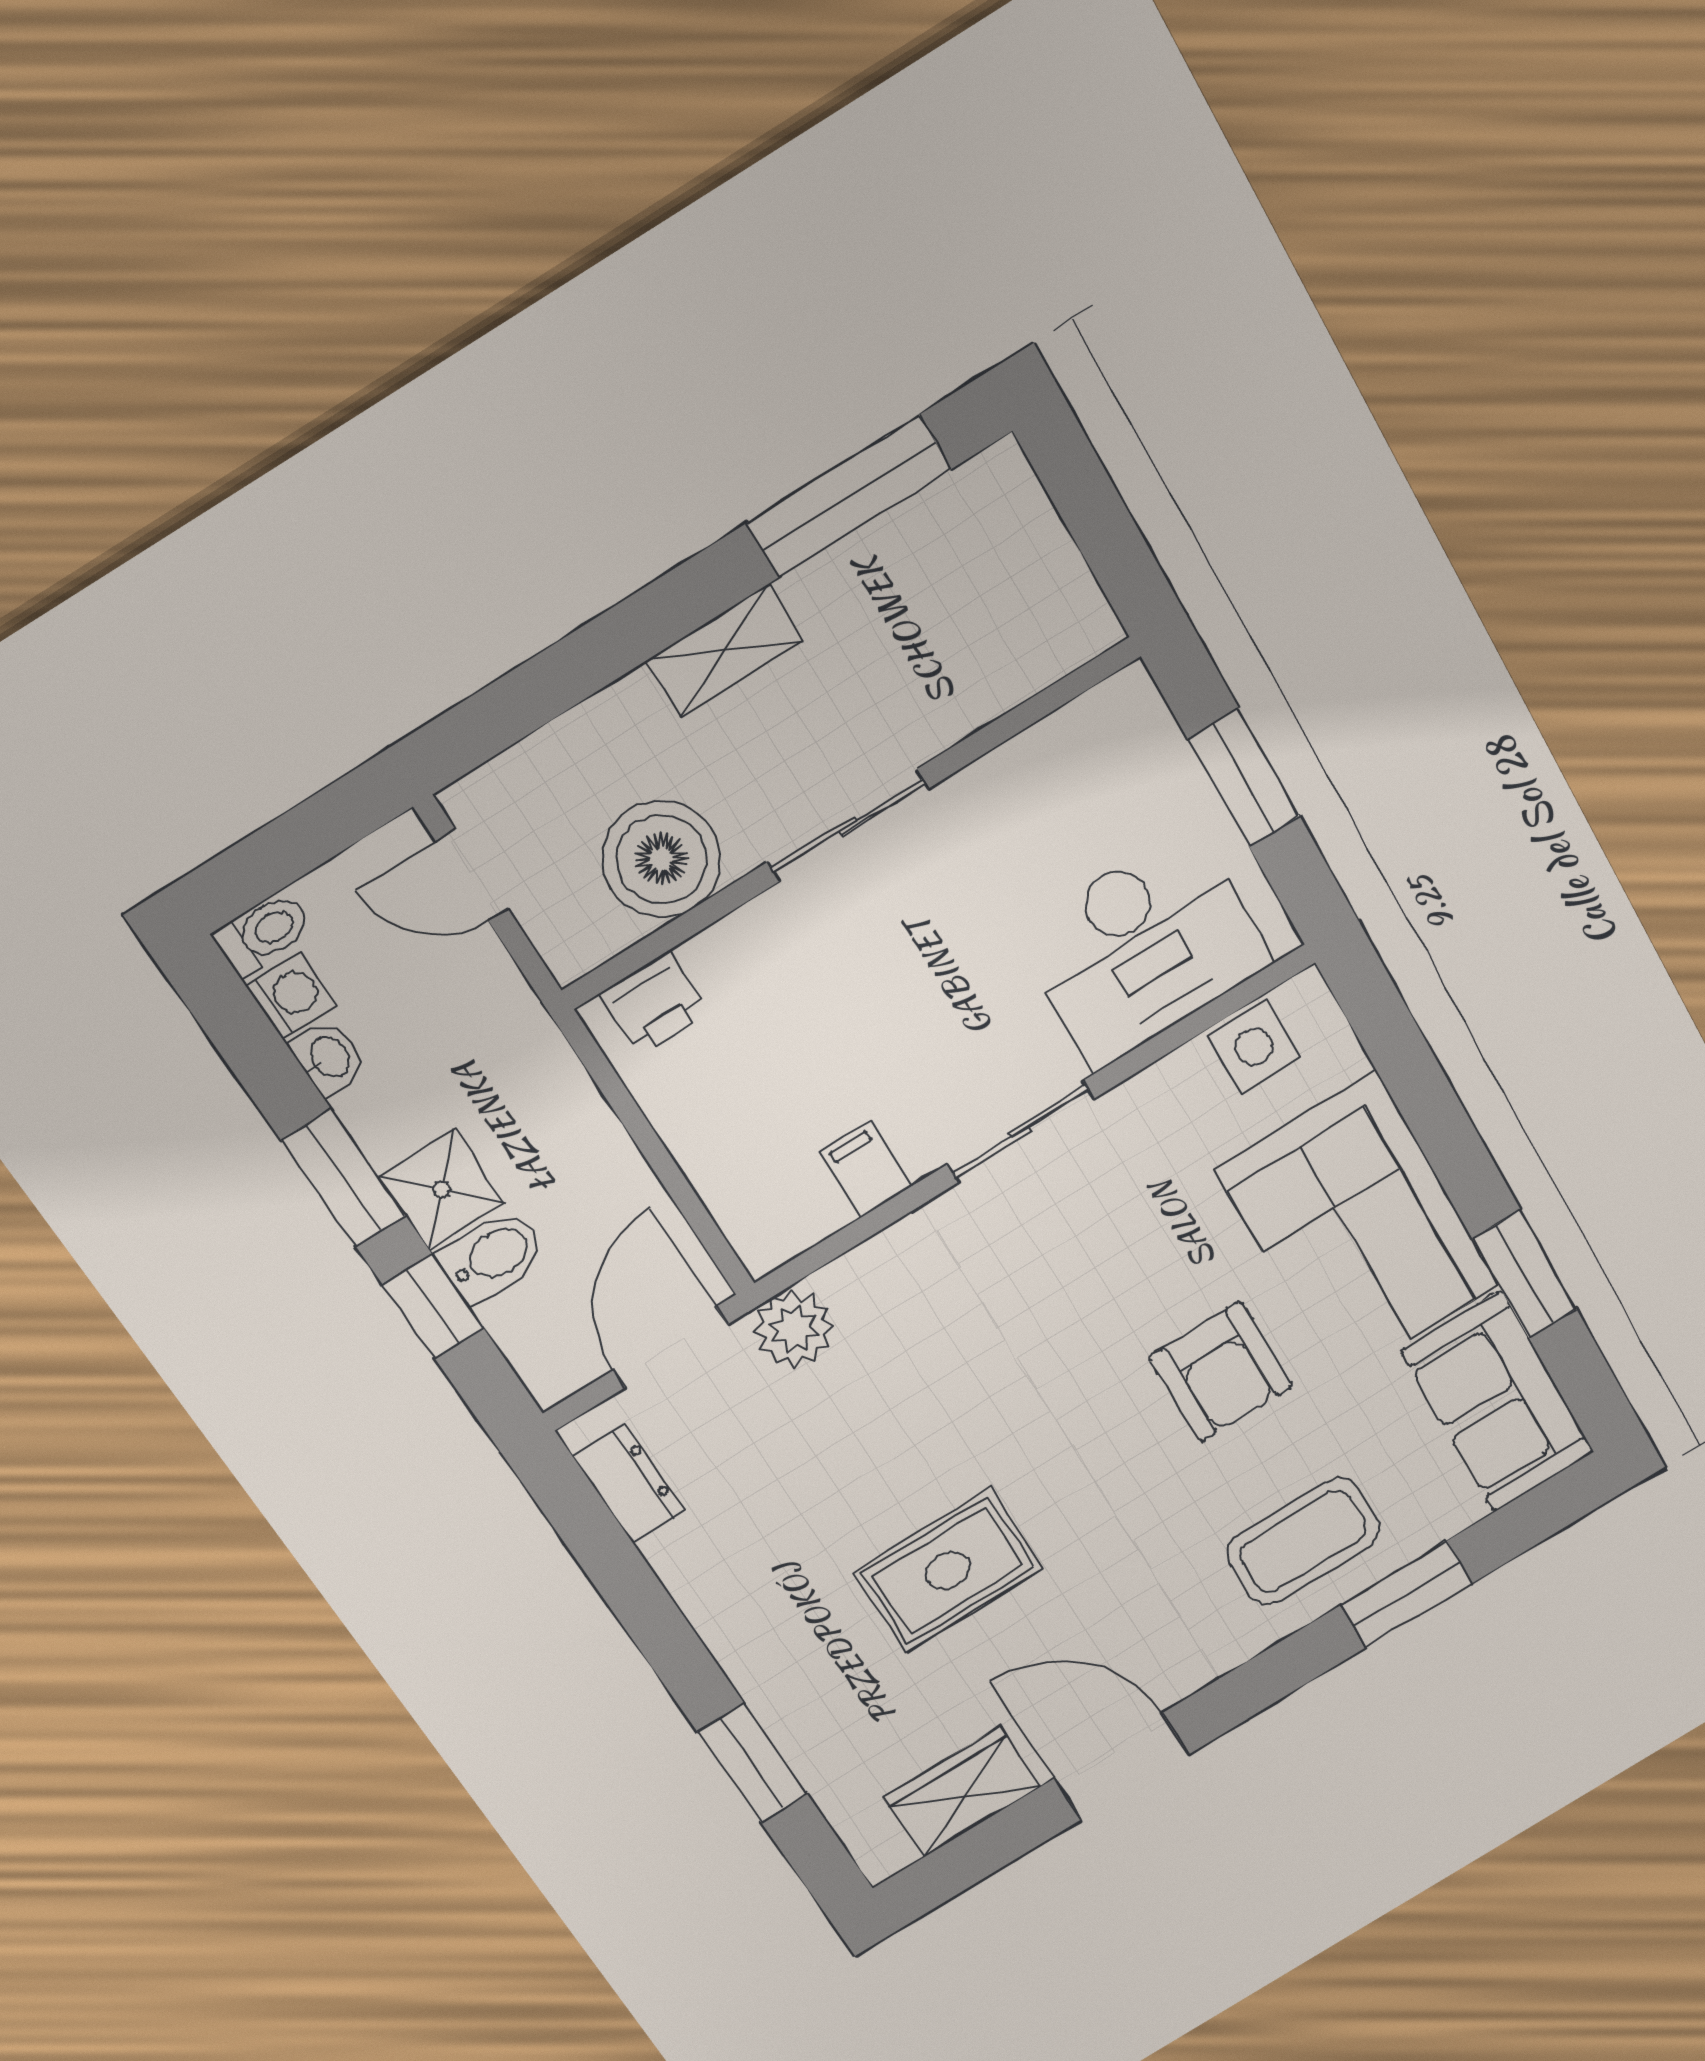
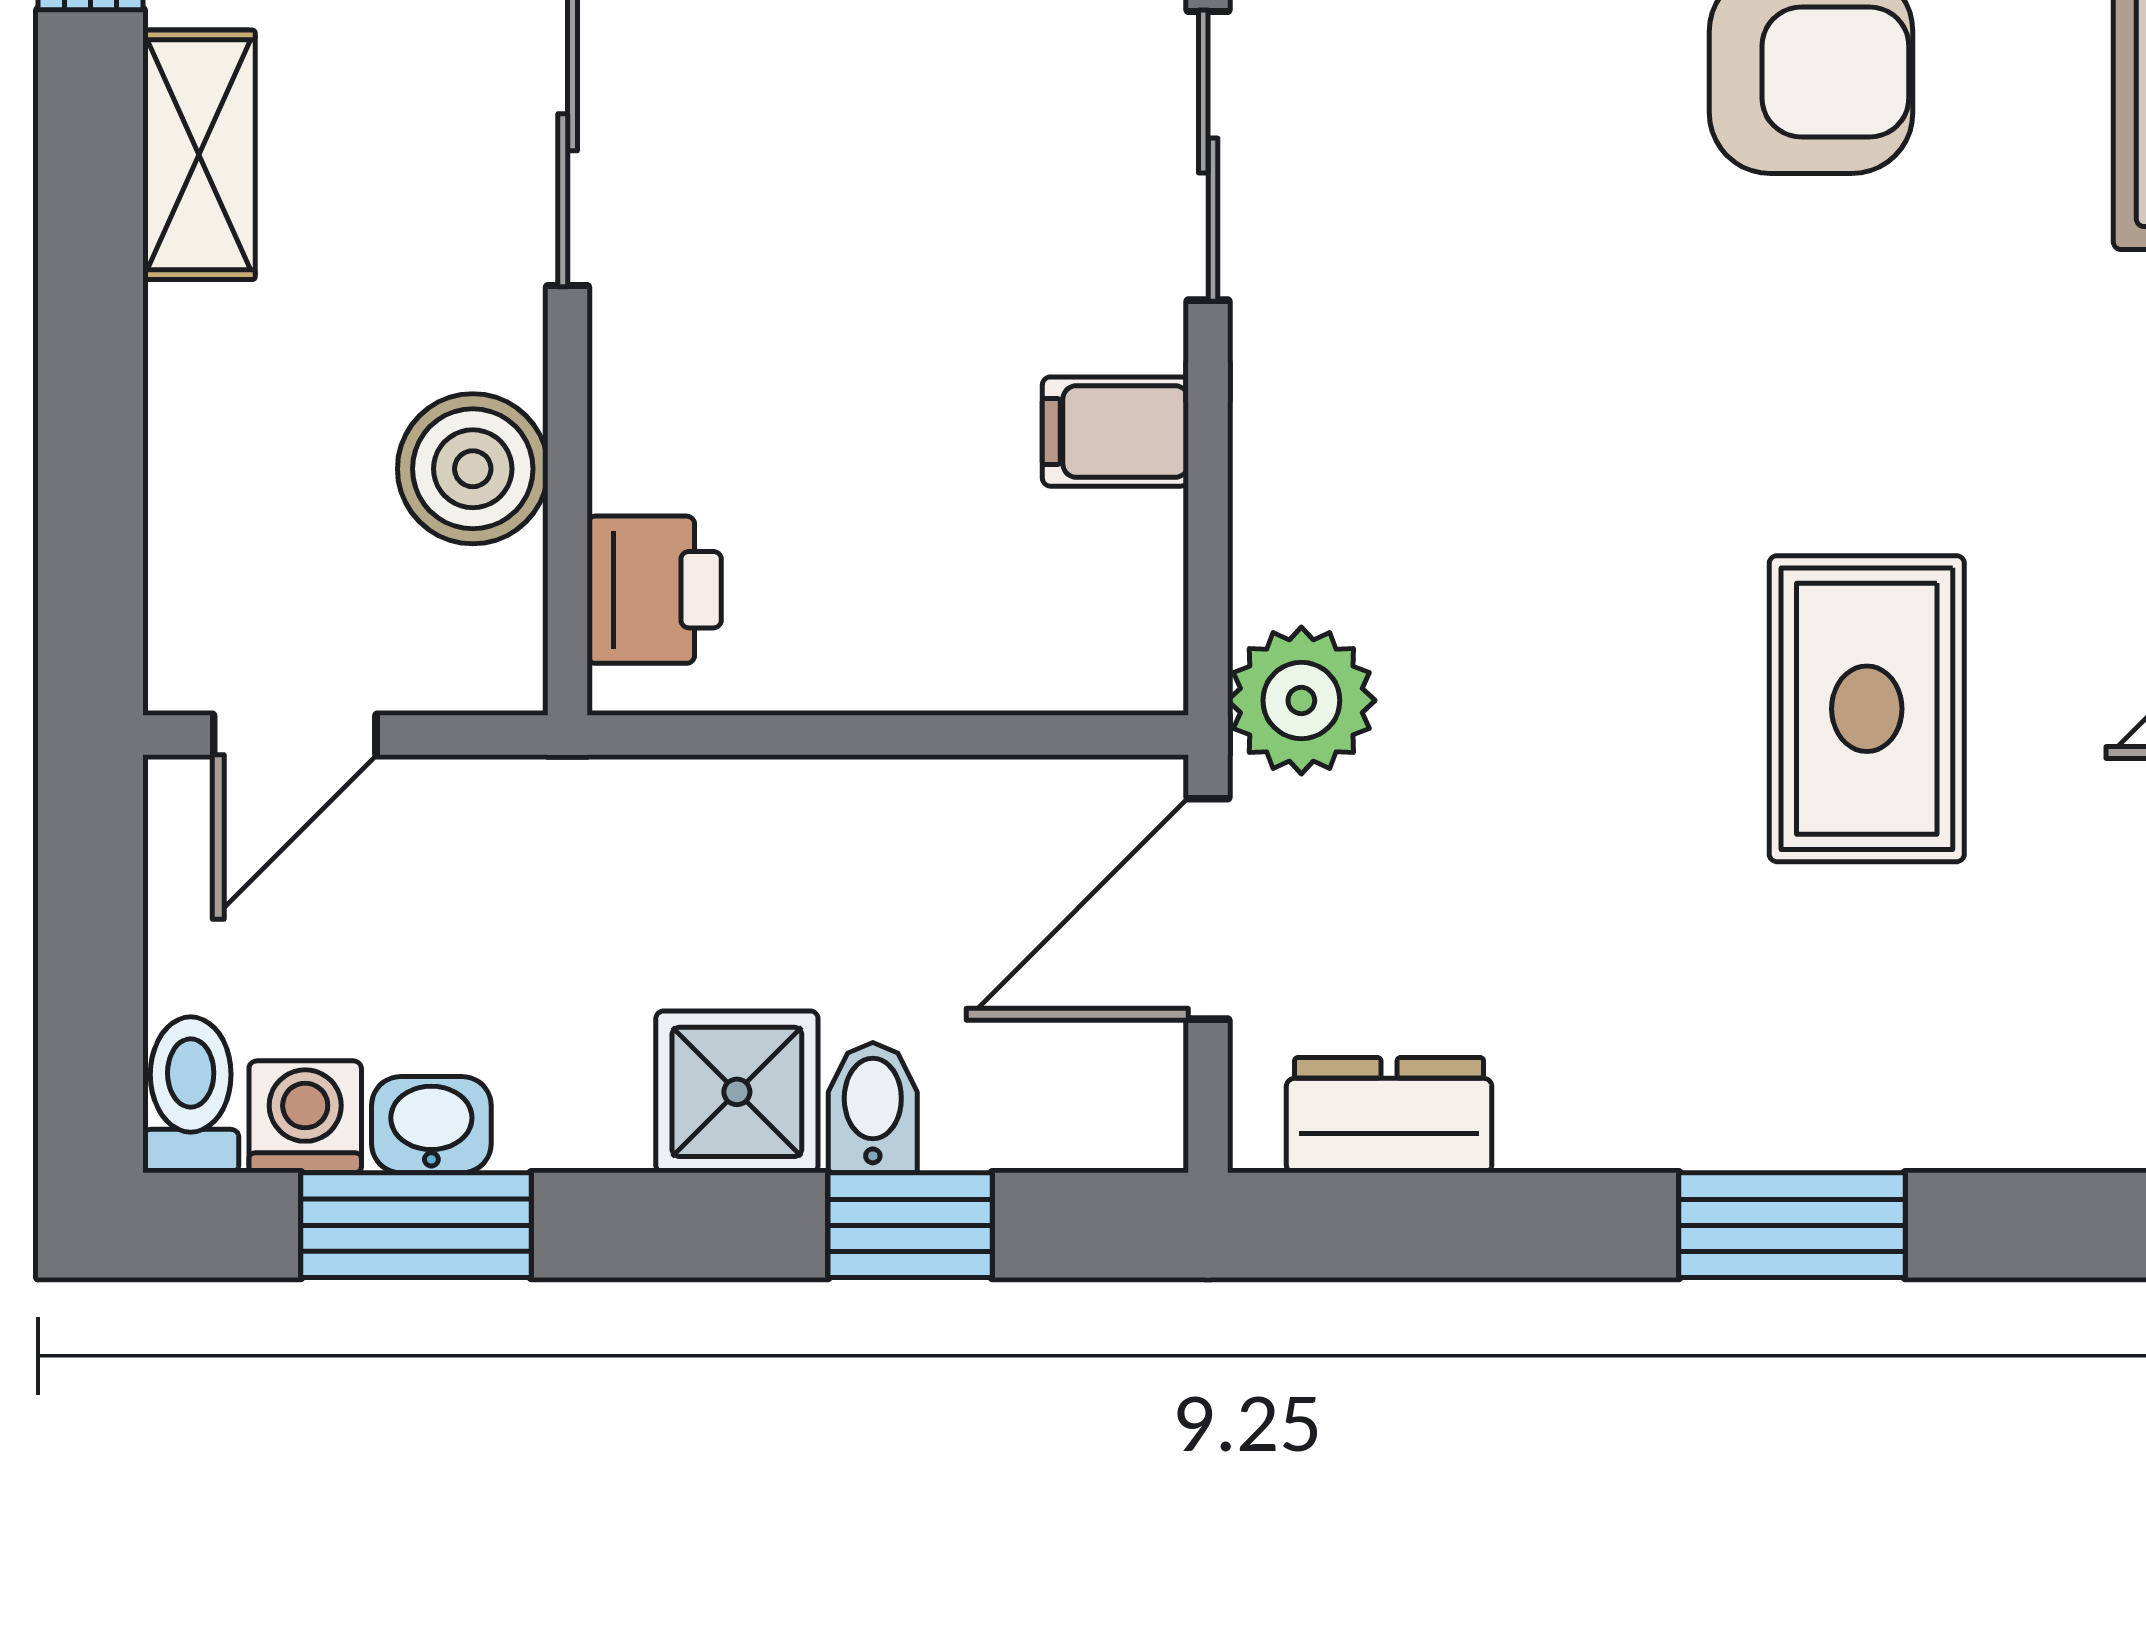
boiler: (661, 859) -> (473, 469), width x0.73, depth x0.73
window: (344, 1178) -> (416, 1225), moved
bidet: (493, 1257) -> (873, 1108), width x0.72, depth x0.74
door: (670, 1347) -> (1208, 909), hinge flipped
window: (753, 1763) -> (1792, 1225), moved

